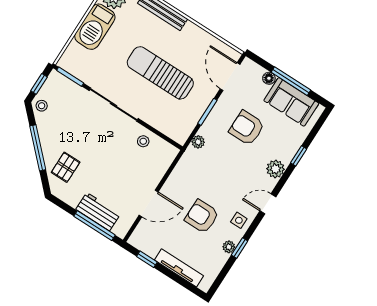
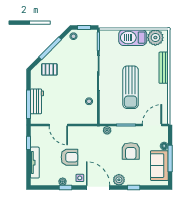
sun lounger: (160, 73) -> (131, 87), turned 180
armchair: (247, 128) -> (131, 151), turned 180
door: (268, 204) -> (98, 188), width x1.87
armchair: (202, 216) -> (69, 157), turned 90

